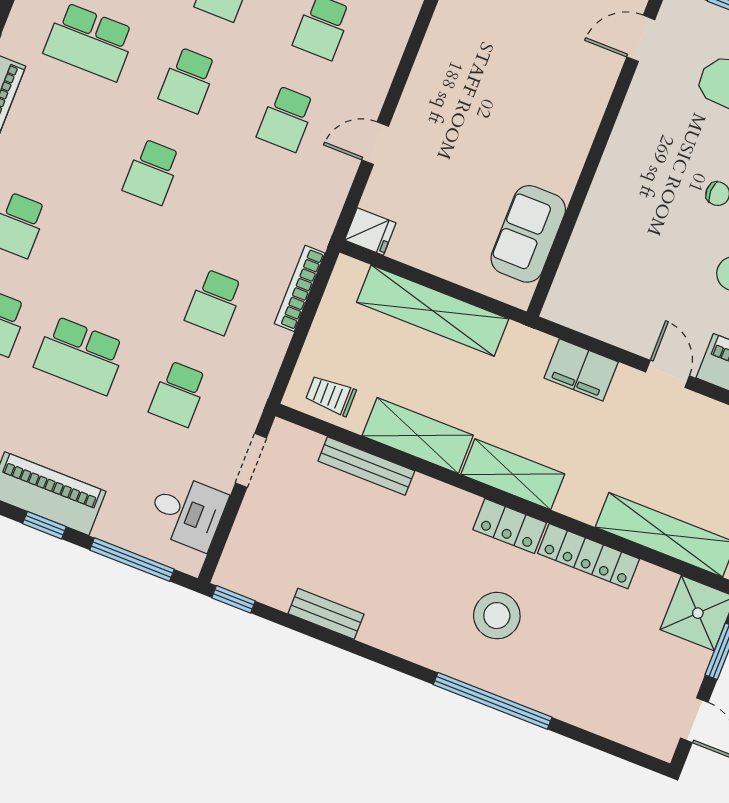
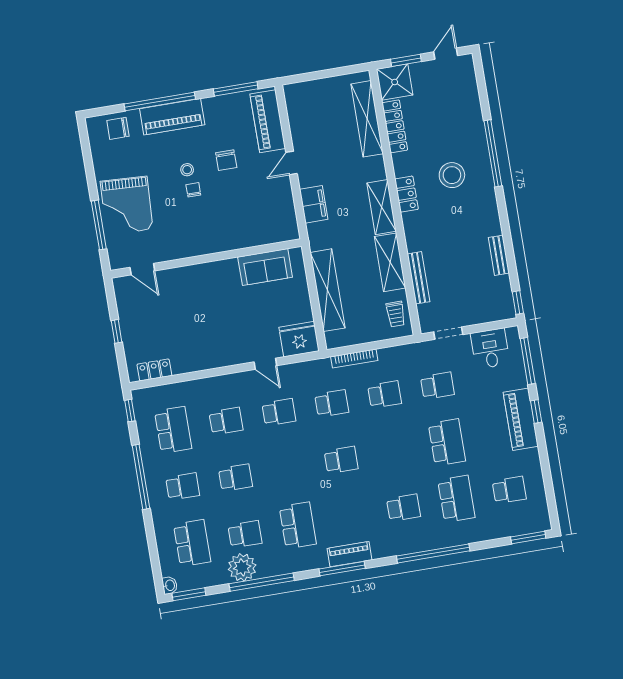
school desk: (188, 80) -> (332, 403), moved
fridge: (370, 231) -> (299, 339), width x1.88, depth x1.34
locker: (589, 556) -> (395, 126), moved

